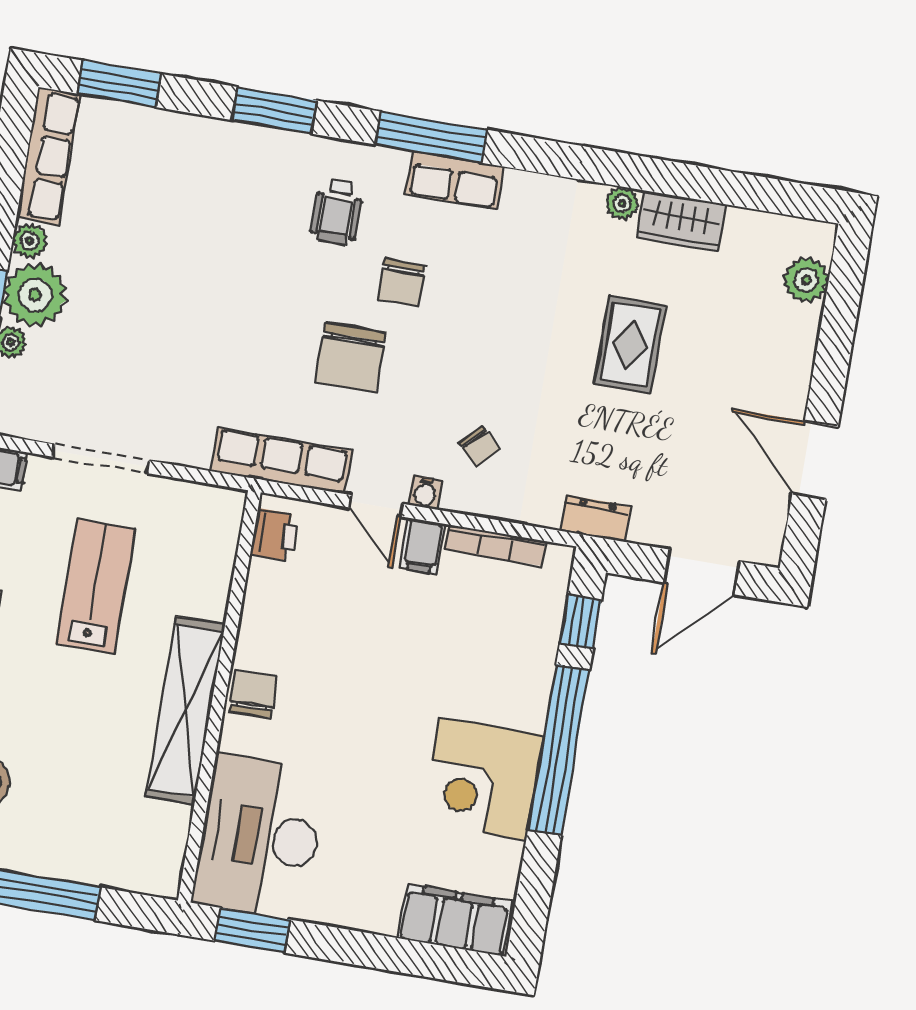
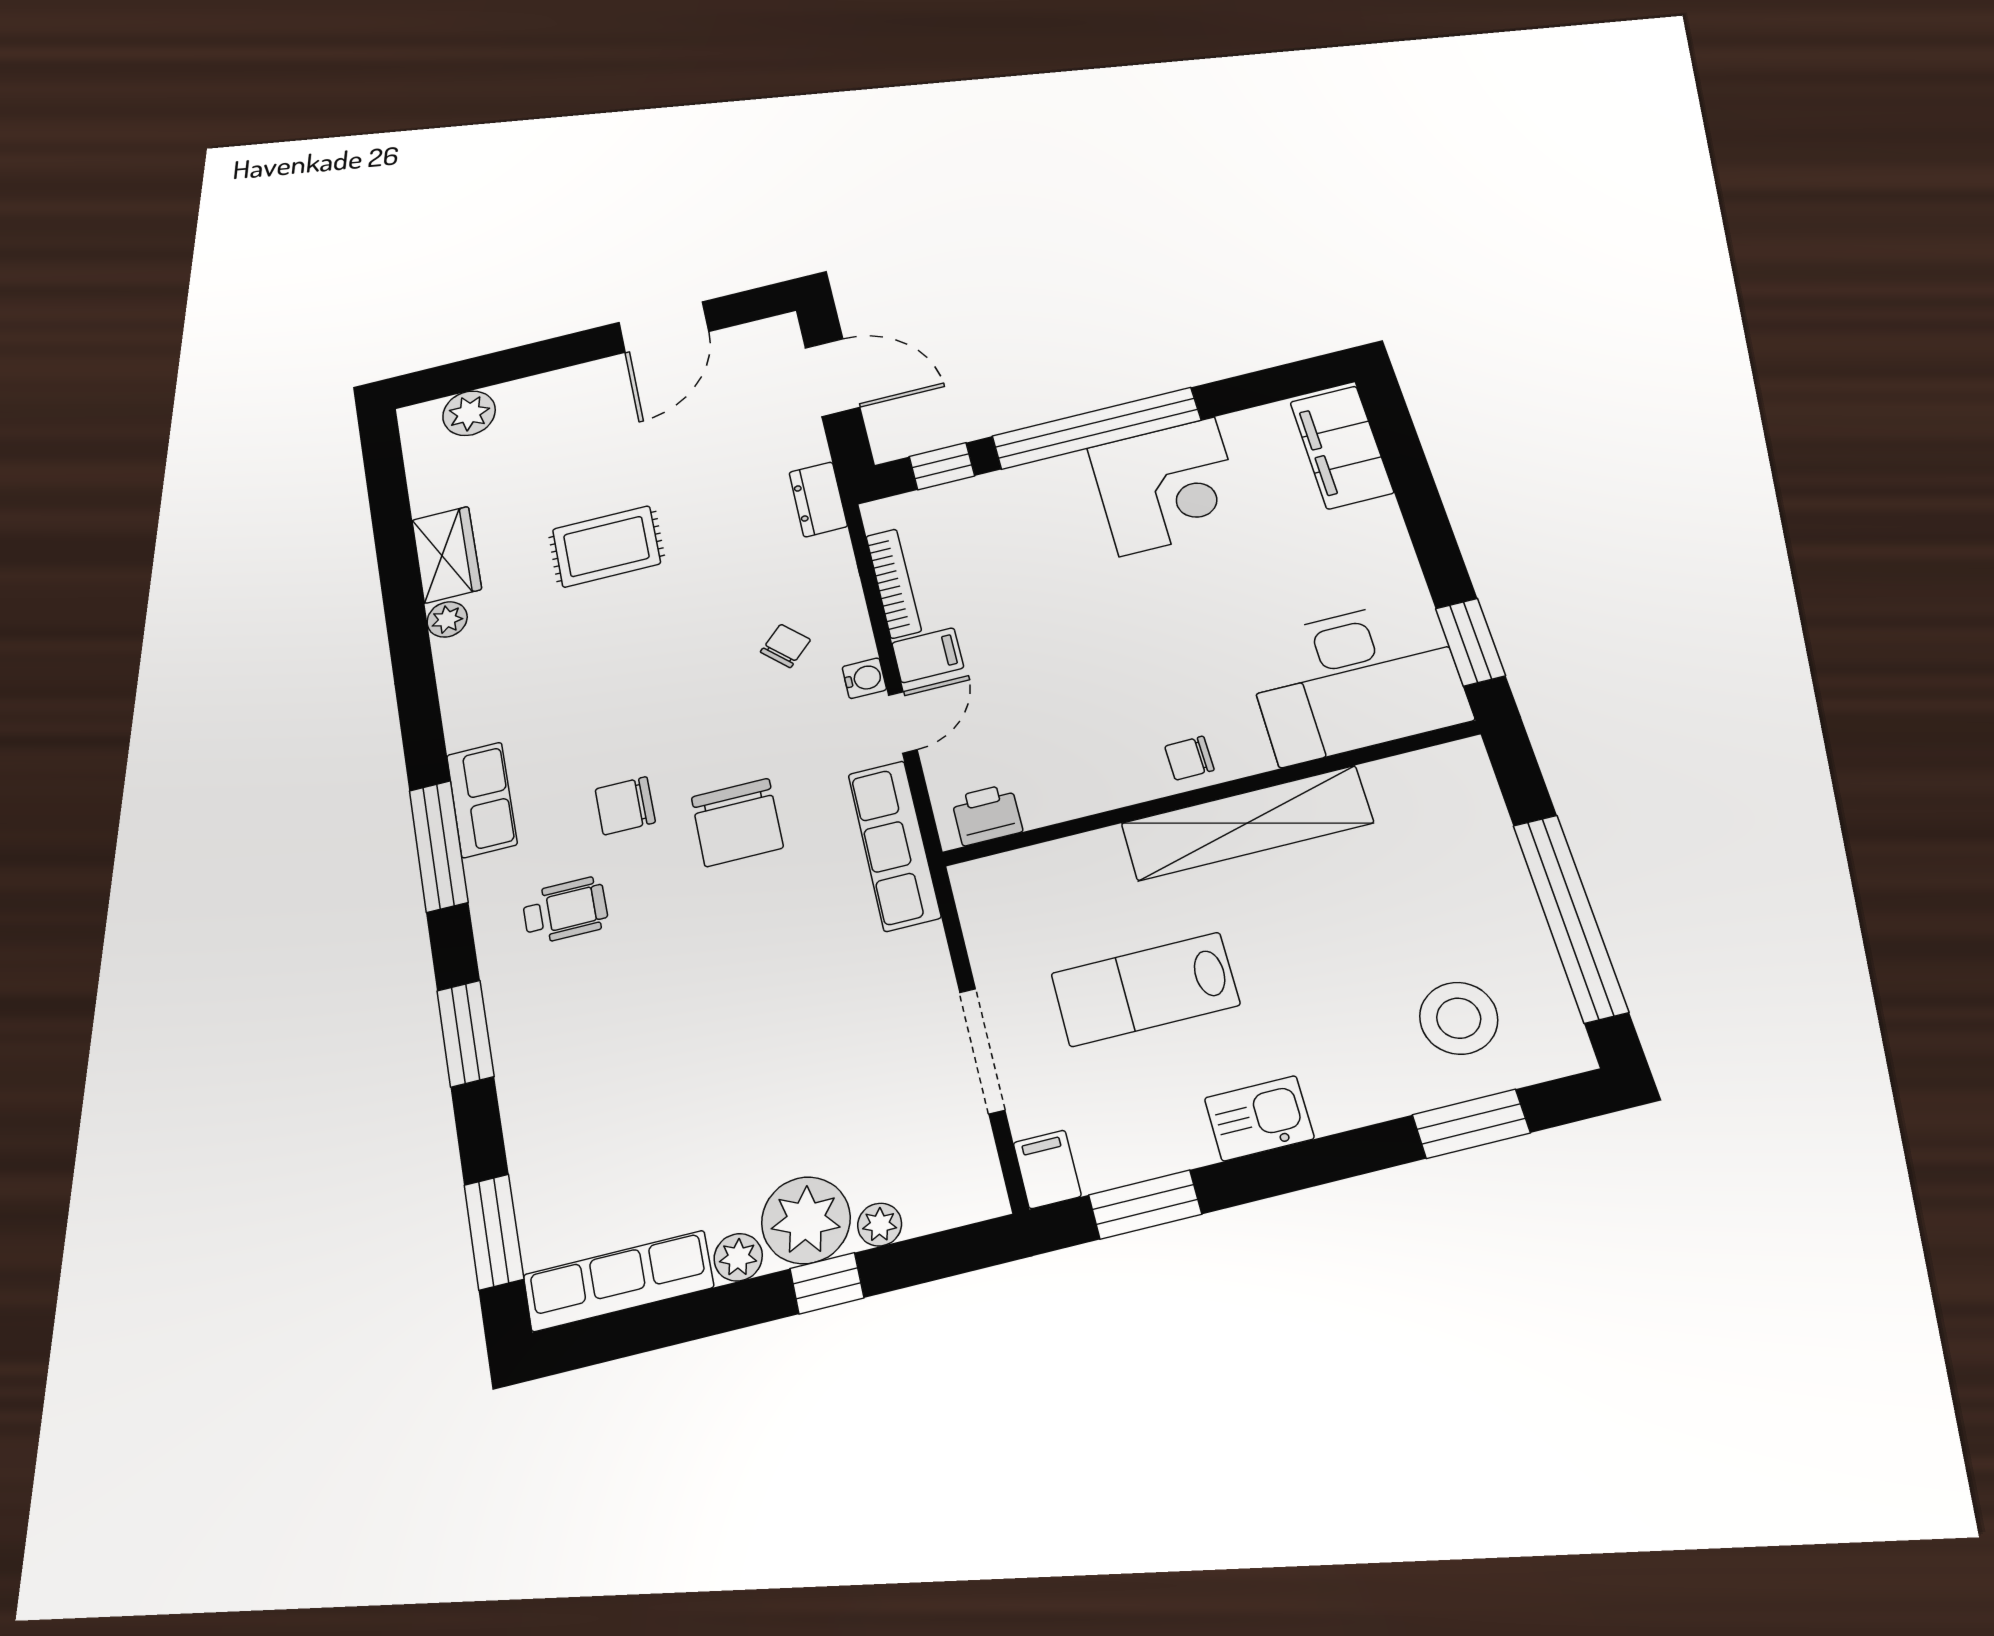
chair: (401, 282) -> (625, 806), turned 180
chair: (350, 357) -> (737, 822), turned 90
chair: (253, 694) -> (1189, 758), width x0.73, depth x0.73

